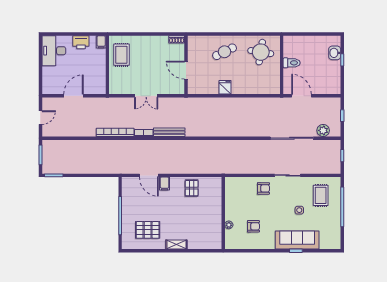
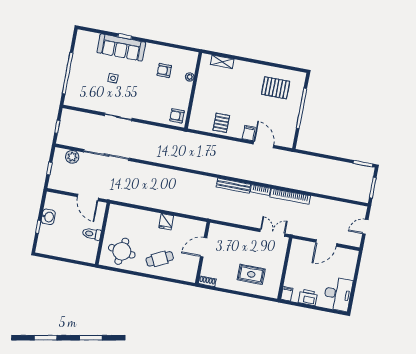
washbasin: (335, 53) -> (48, 217), moved
rug: (121, 55) -> (251, 274), moved, turned 90
door: (186, 70) -> (204, 247), swing flipped
double door: (146, 96) -> (272, 233), moved
armchair: (263, 188) -> (177, 116), moved
rug: (321, 195) -> (88, 89), removed
shelving: (176, 245) -> (222, 62), moved

